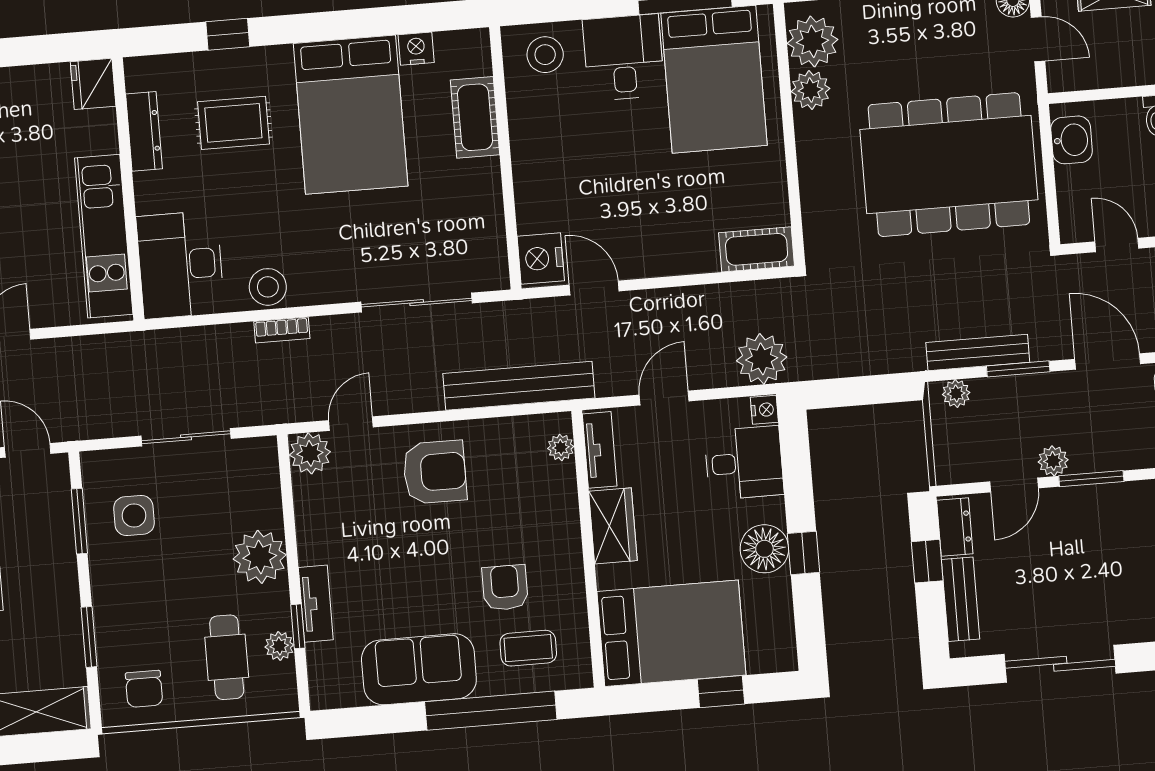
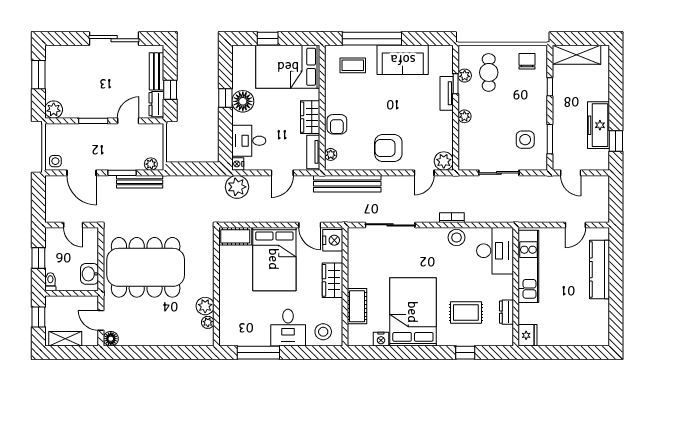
plant: (813, 41) -> (208, 322), width x0.53, depth x0.53
bed: (714, 79) -> (274, 259), moved, turned 180
dresser: (144, 131) -> (506, 312), width x0.70
wardrobe: (534, 170) -> (332, 280), added
plant: (1053, 461) -> (110, 130), removed
plant: (260, 557) -> (464, 116), width x0.53, depth x0.53
armchair: (505, 588) -> (337, 124), moved
window: (89, 637) -> (550, 87), width x0.67

